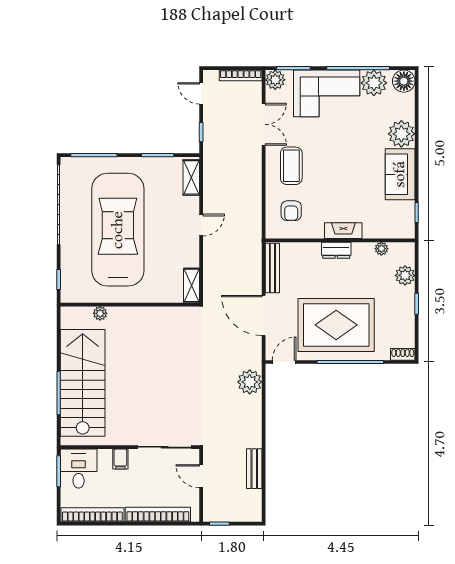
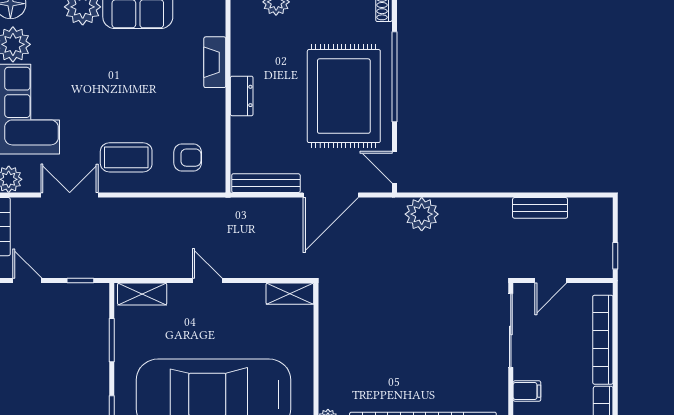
door: (201, 93) -> (27, 281), swing flipped
fireplace: (343, 231) -> (215, 62), moved
plant: (381, 249) -> (239, 34), removed

